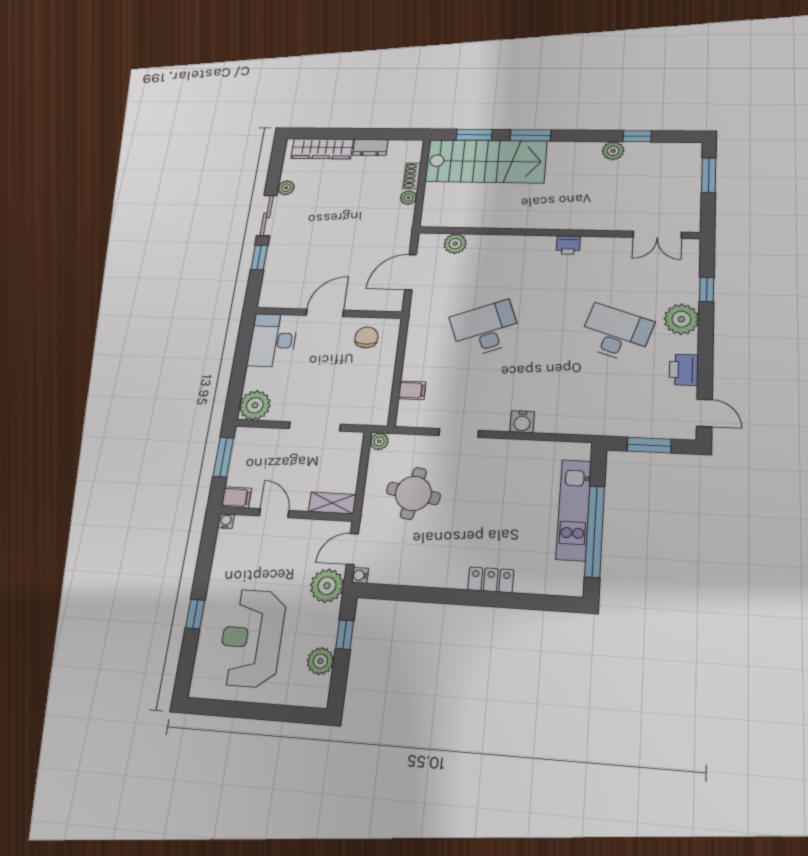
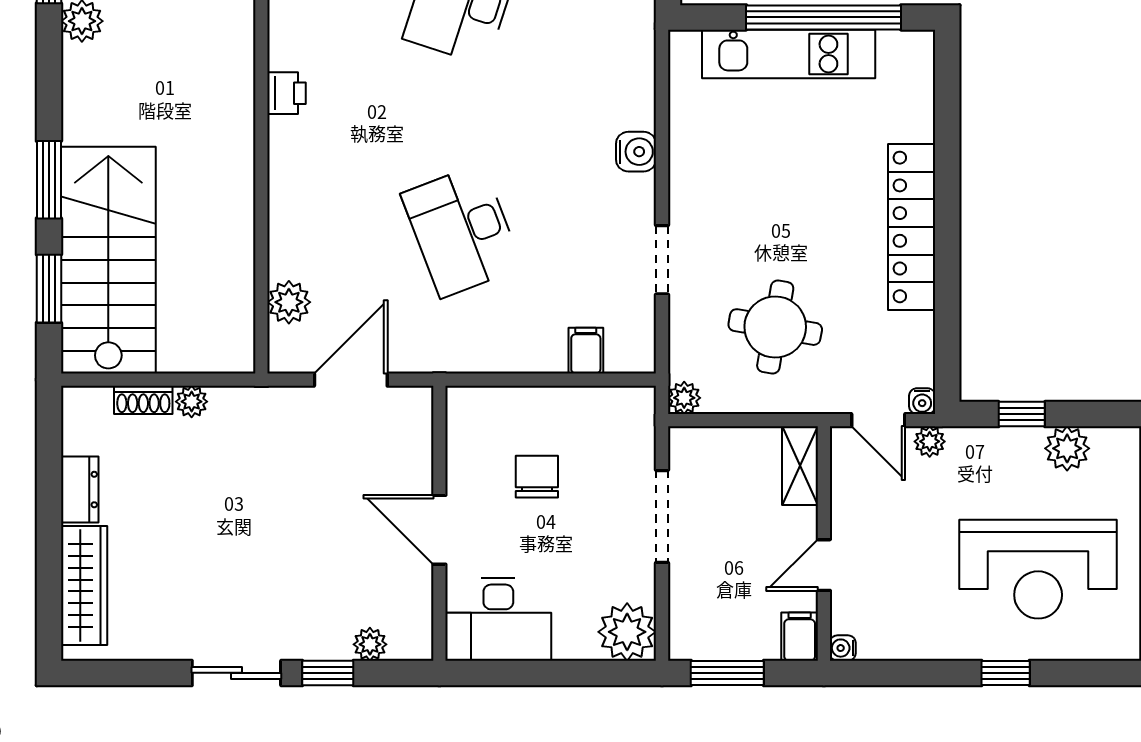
plant: (286, 188) -> (370, 644), moved
door: (411, 272) -> (351, 380), swing flipped
chair: (366, 337) -> (537, 477), moved, turned 90
locker: (491, 580) -> (912, 227), width x2.16, depth x1.21
plant: (327, 586) -> (930, 441), width x0.53, depth x0.53

